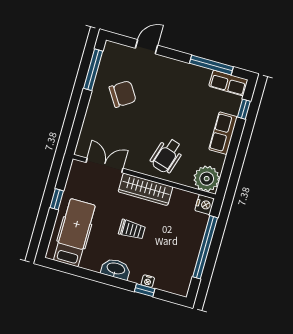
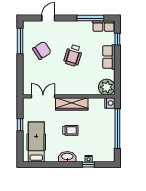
wheelchair: (167, 156) -> (73, 55), moved

